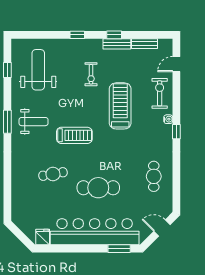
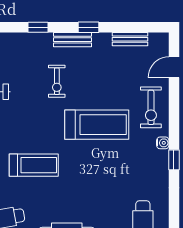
bench: (117, 44) -> (73, 40), moved
exercise bike: (160, 93) -> (151, 107), turned 180
treadmill: (120, 106) -> (97, 125), turned 90

